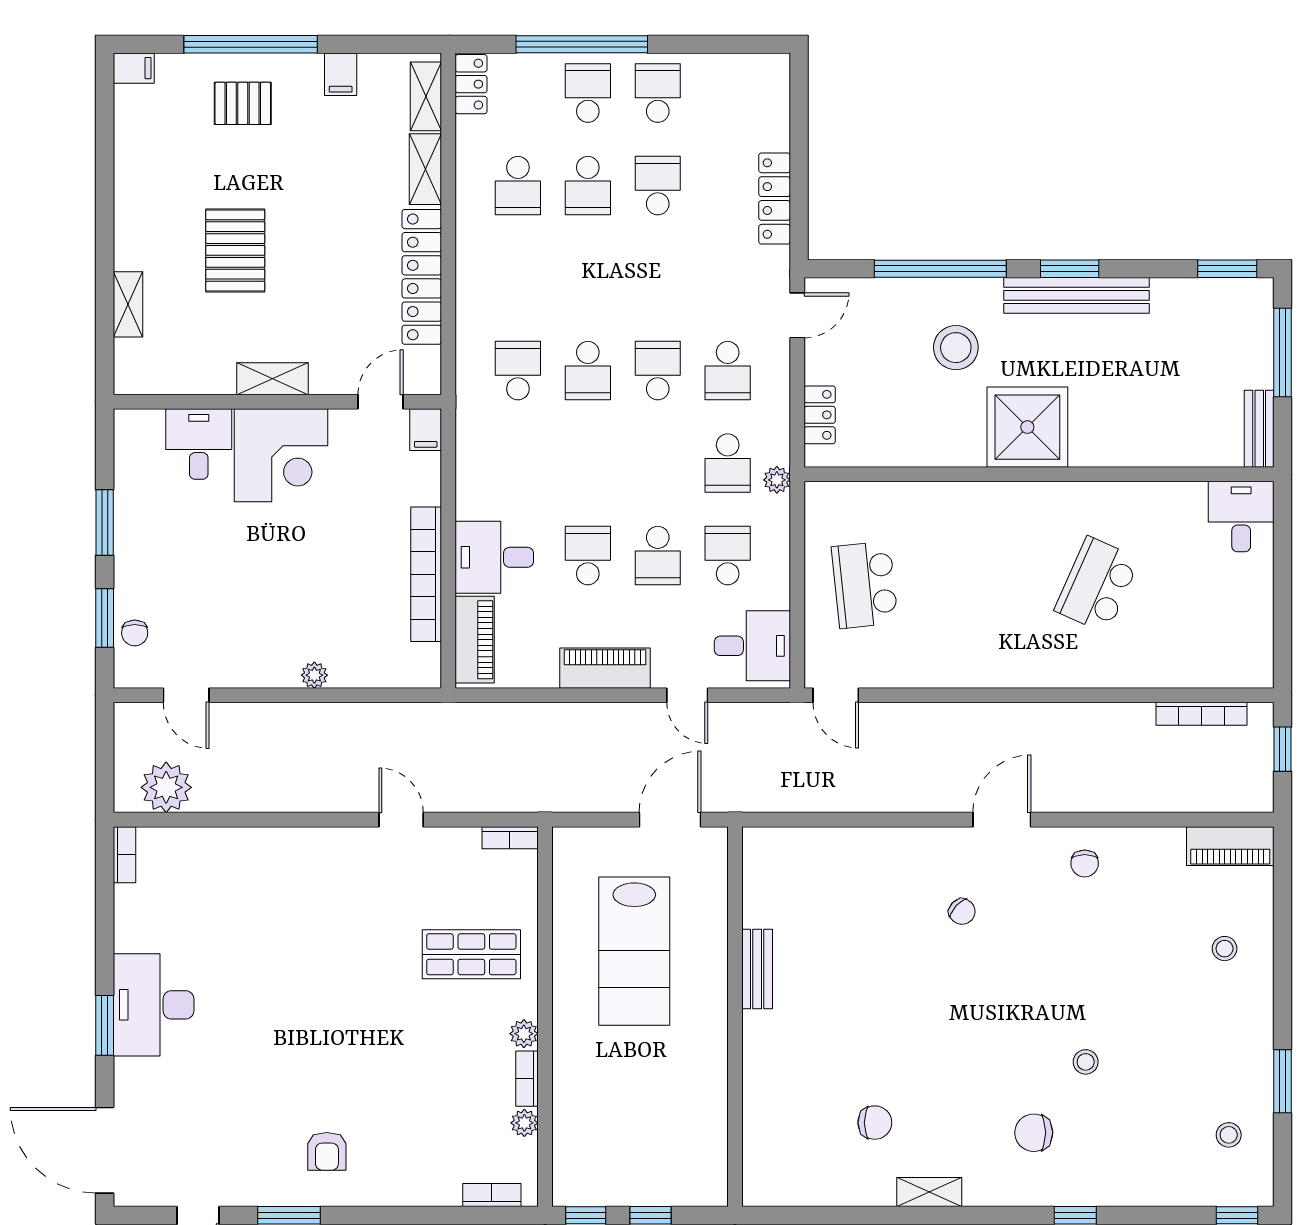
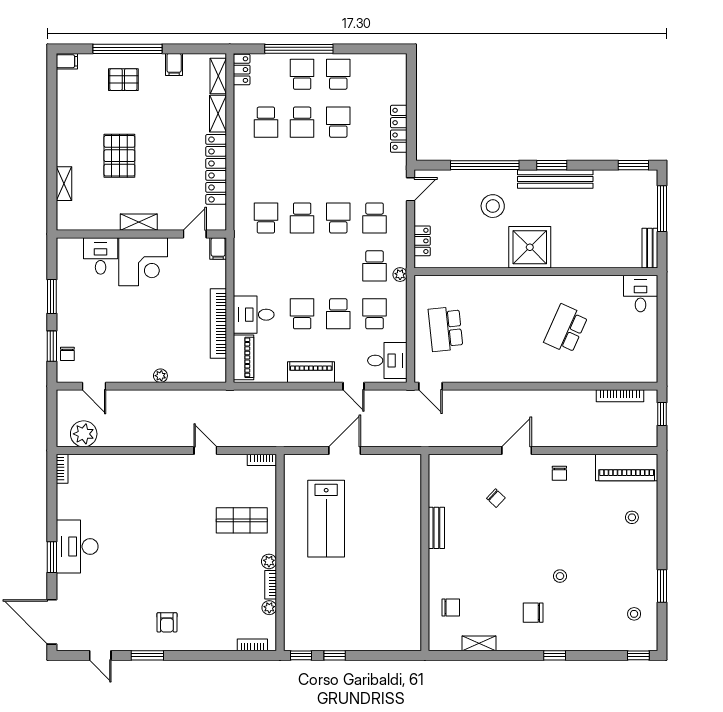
piano: (1230, 846) -> (627, 468), width x1.37, depth x1.33
bench: (757, 969) -> (436, 528), moved
wall: (735, 1017) -> (425, 553), moved

